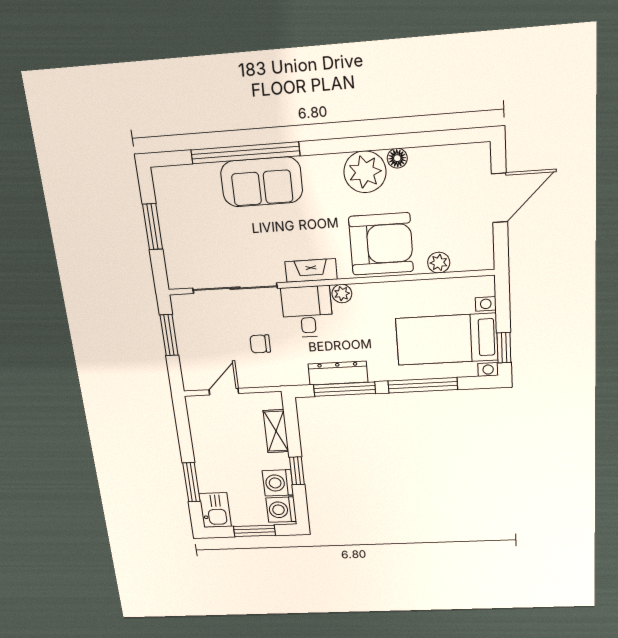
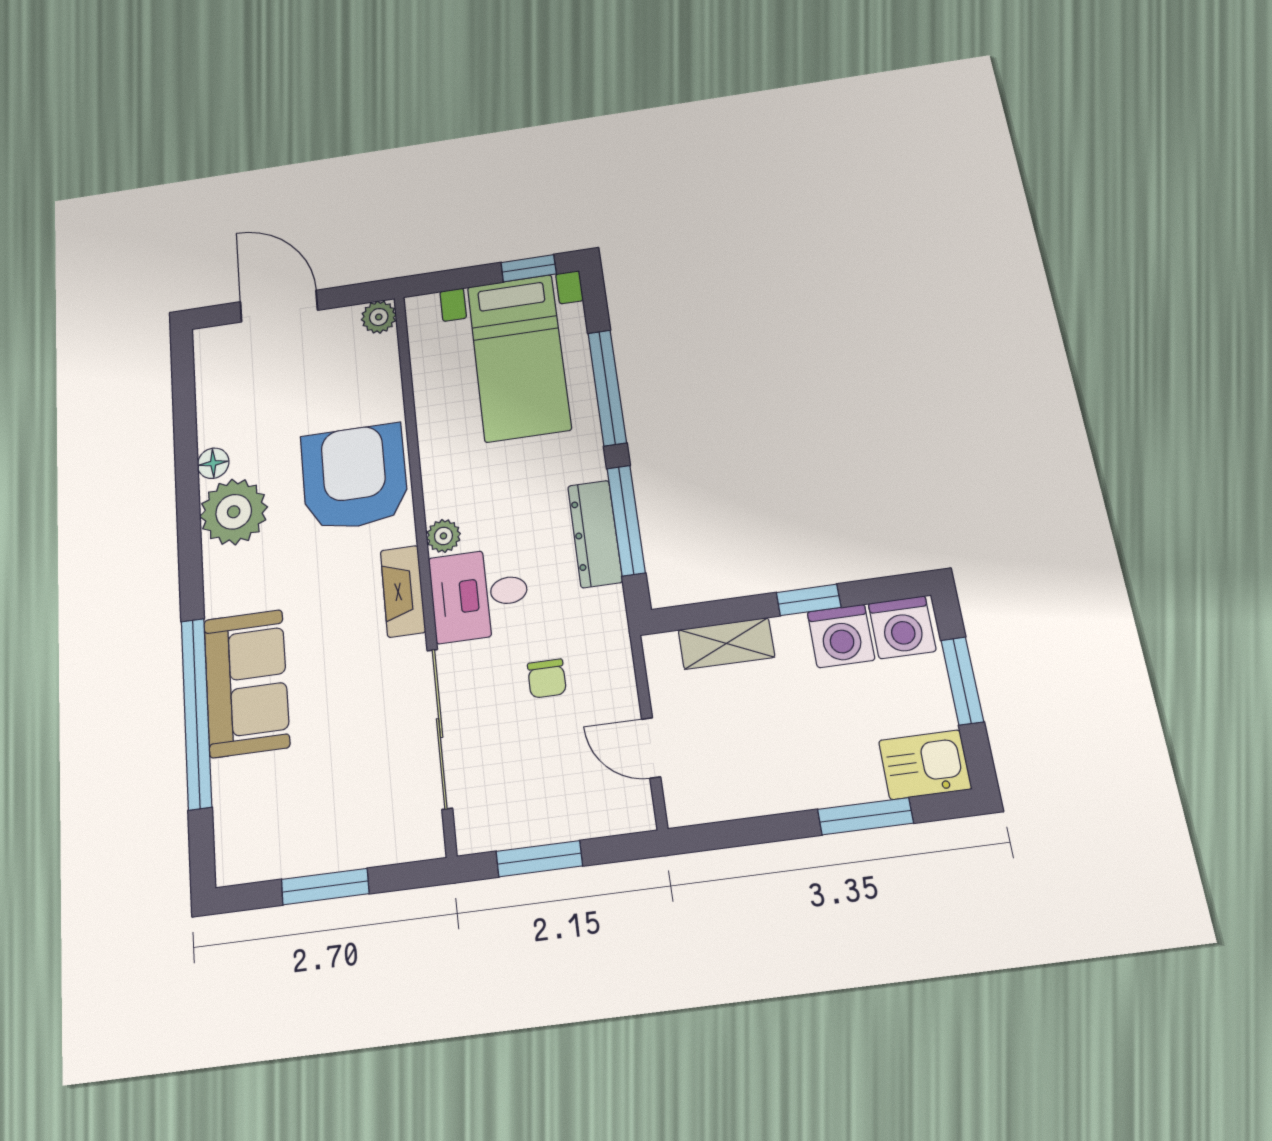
plant: (439, 263) -> (379, 317), moved

